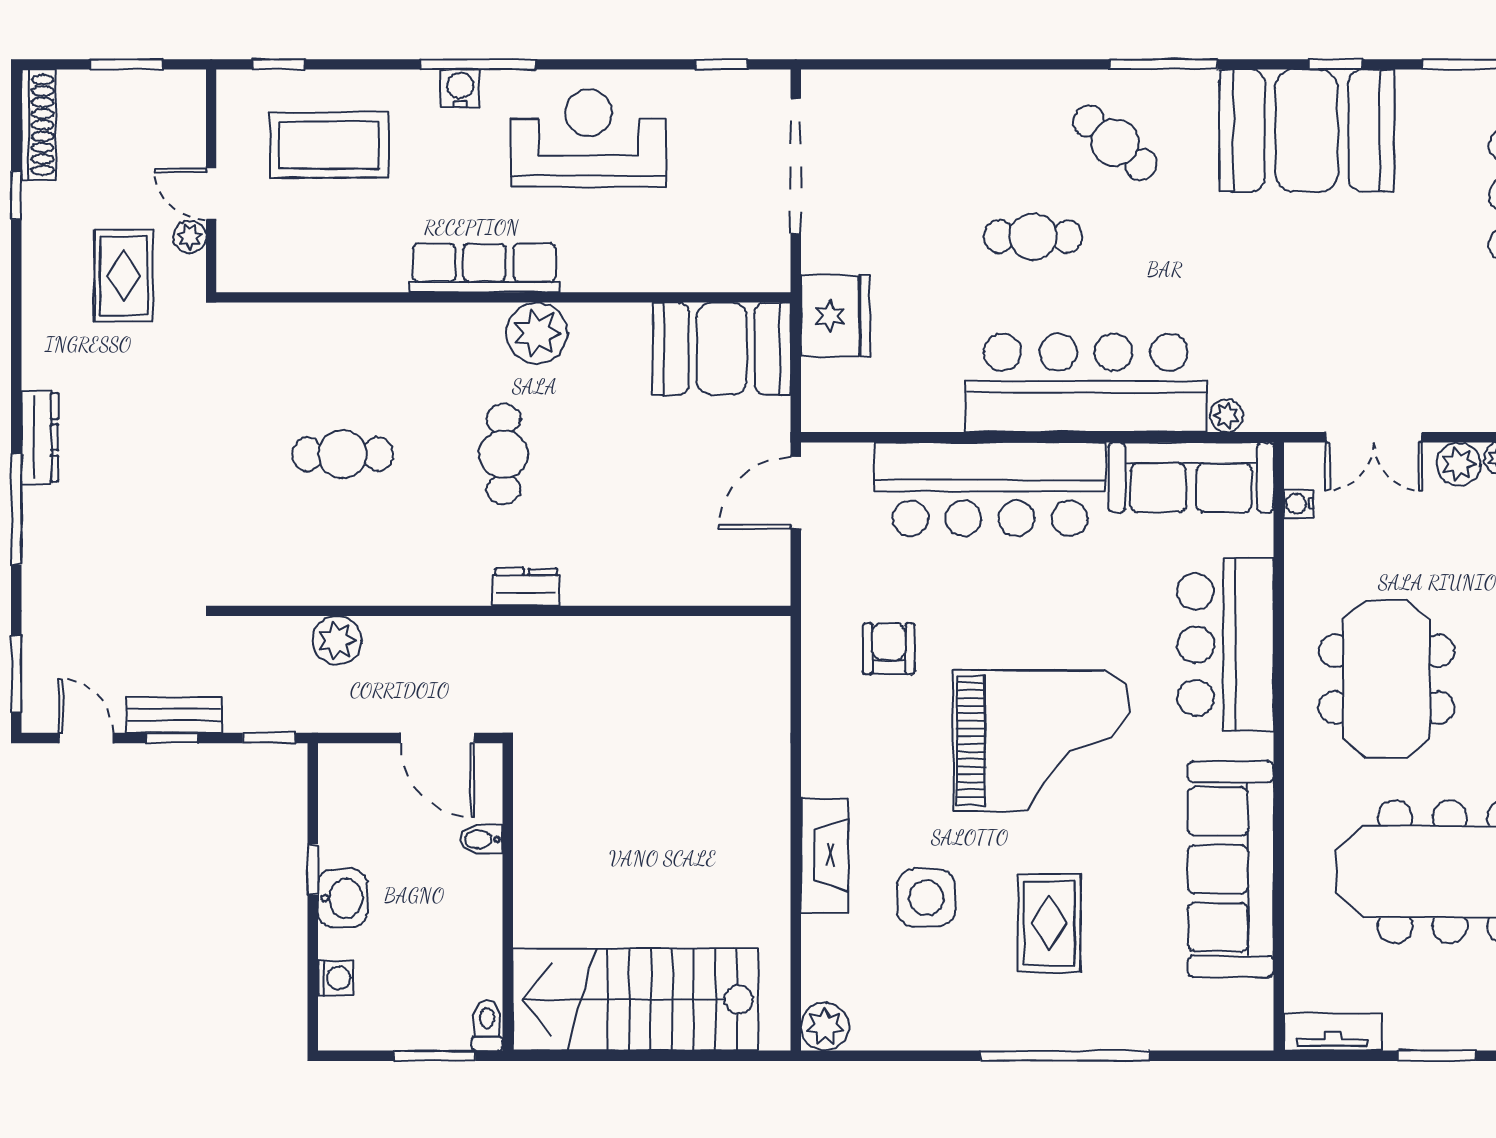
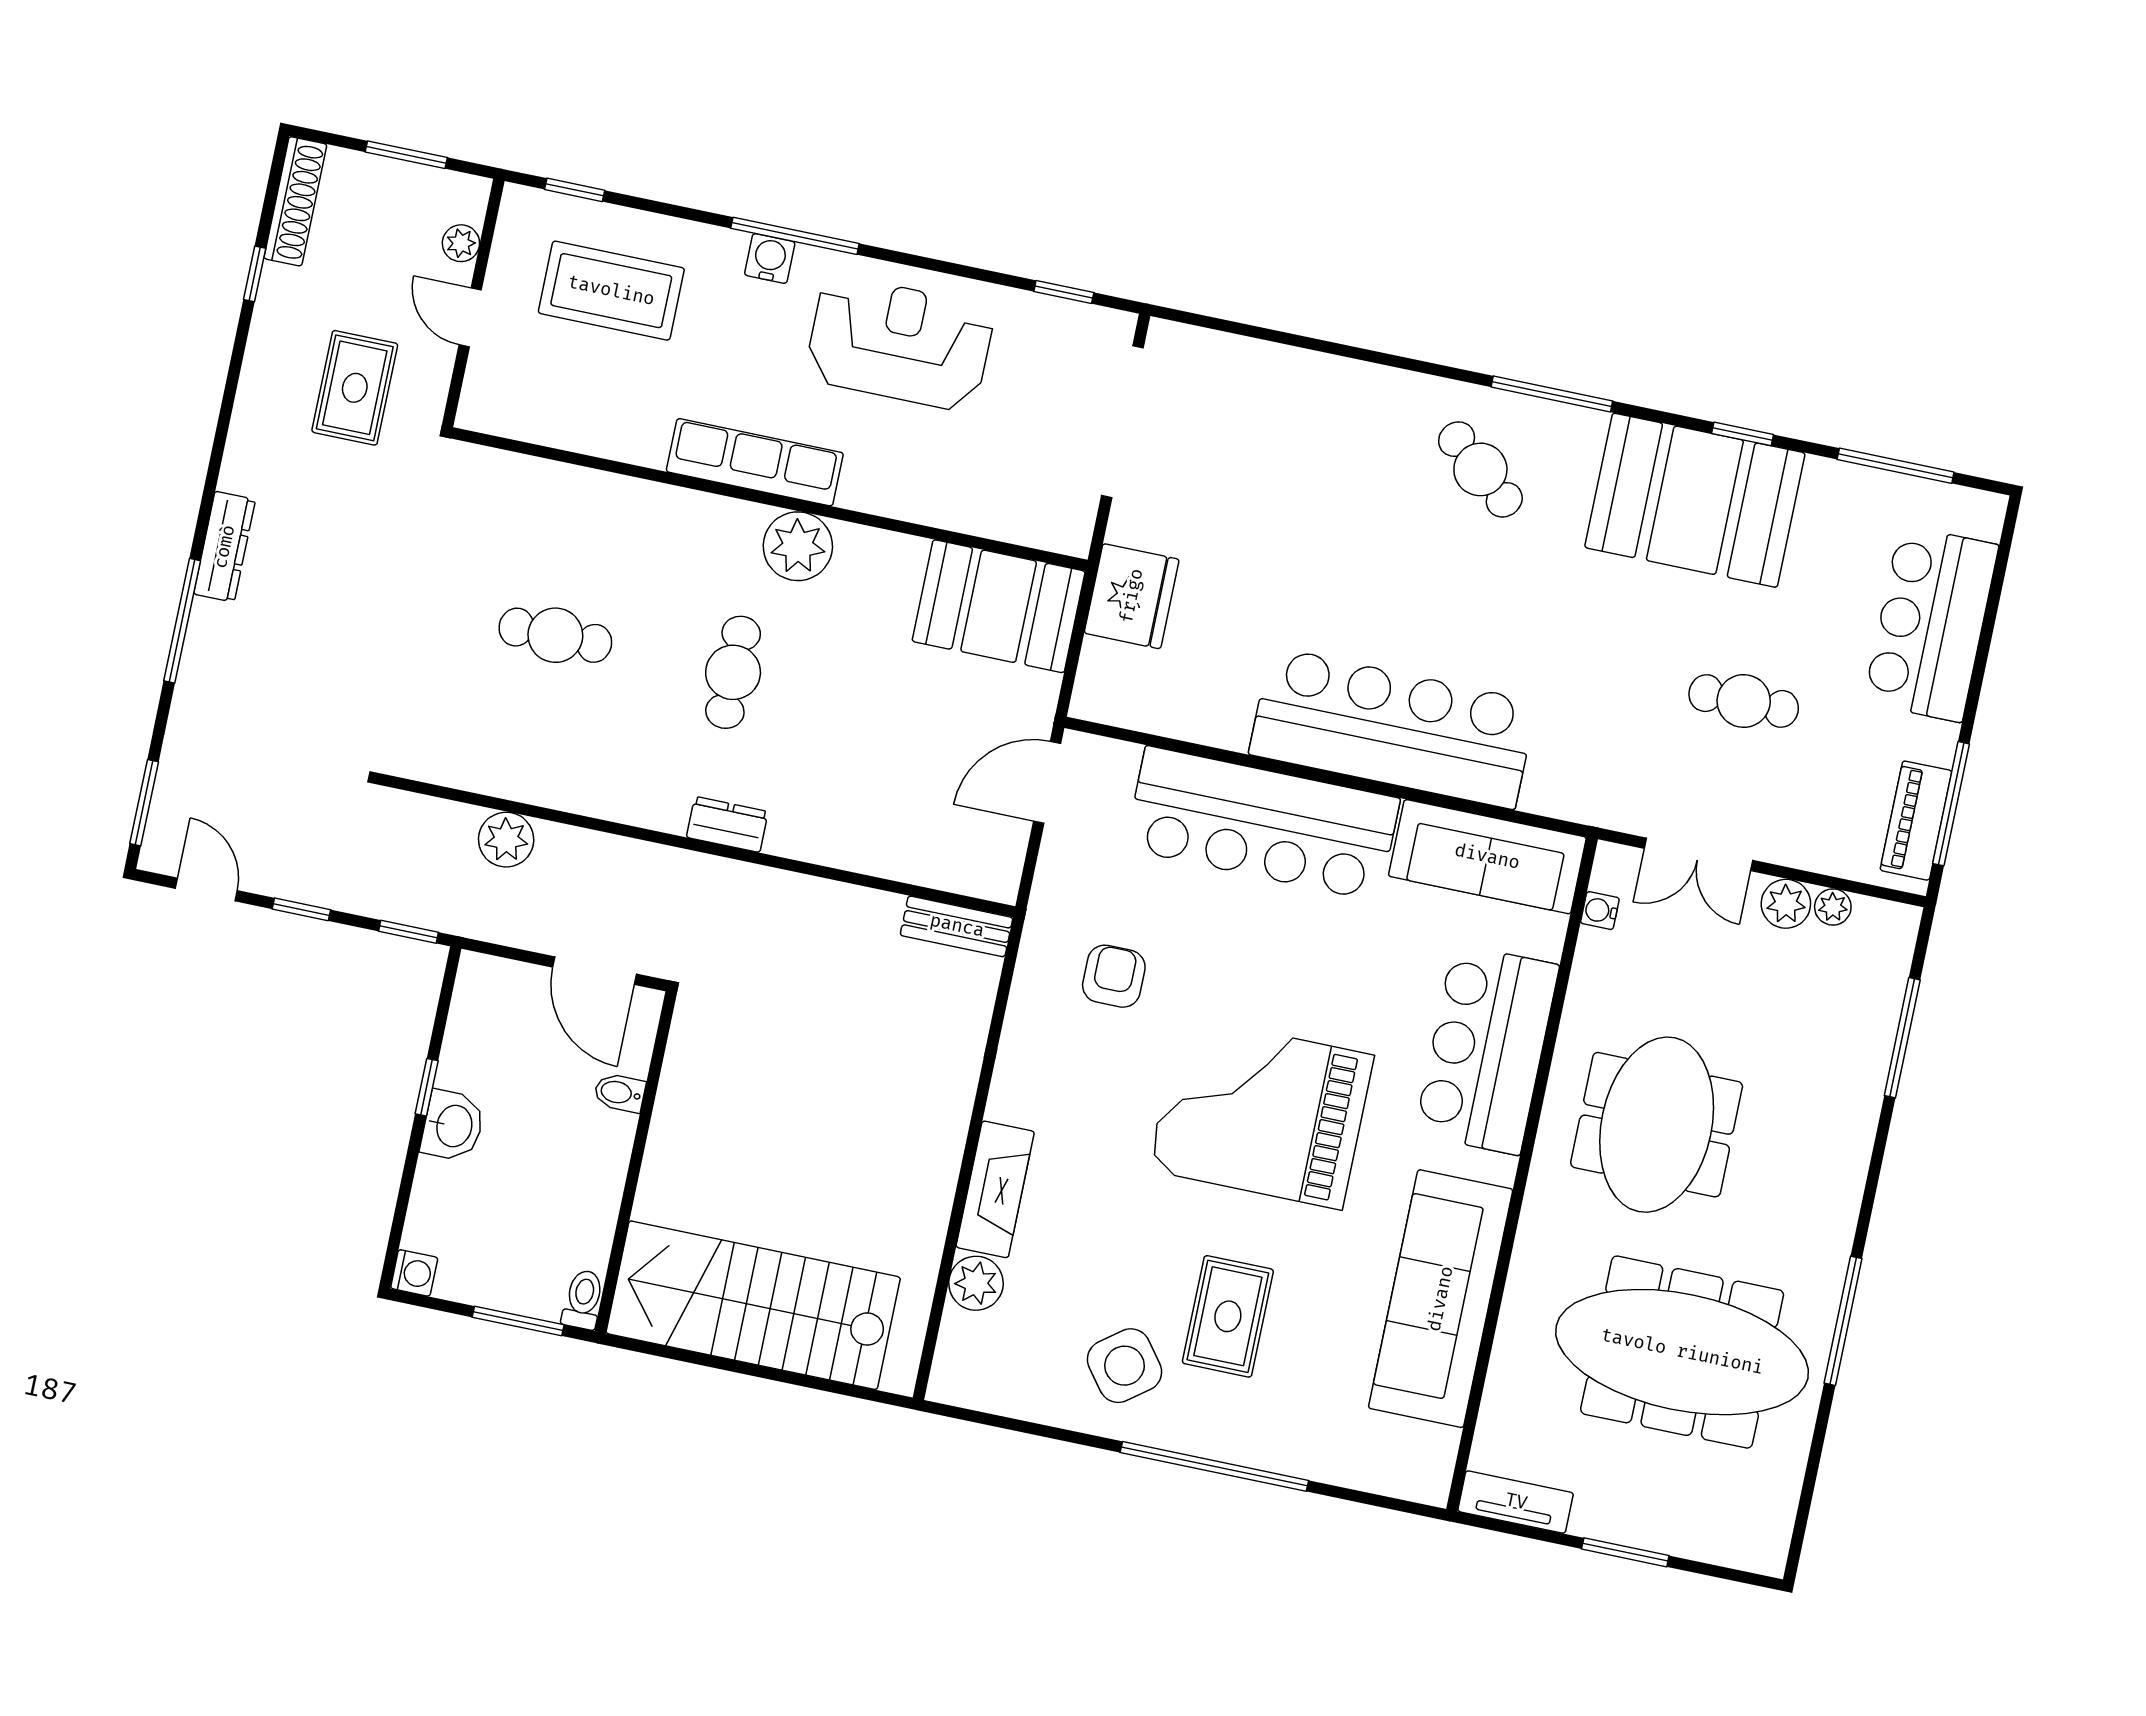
plant: (190, 237) -> (461, 243), moved
cafe table: (1033, 237) -> (1744, 701), moved
plant: (1226, 416) -> (1541, 797), removed
bench: (174, 715) -> (957, 926), moved
grand piano: (1041, 740) -> (1261, 1113), turned 180
side table: (926, 898) -> (1125, 1366), moved, turned -37
washing machine: (336, 978) -> (414, 1273), moved
plant: (825, 1027) -> (976, 1283), moved

